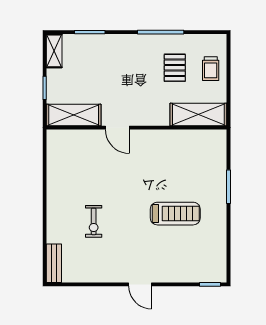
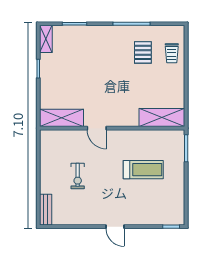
shelving: (198, 114) -> (162, 118), moved
shelving: (74, 115) -> (62, 118), moved
door: (117, 128) -> (97, 128), moved
wall: (137, 128) -> (112, 128), moved

